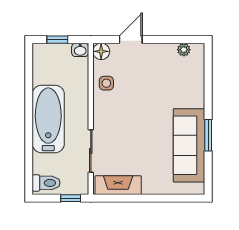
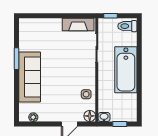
sofa: (189, 145) -> (30, 77), moved

